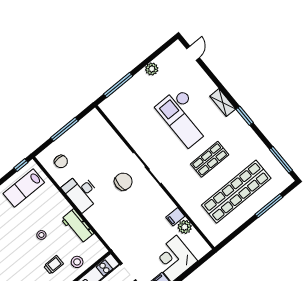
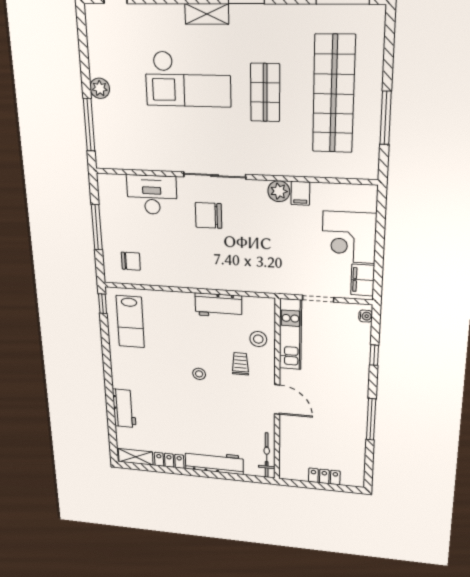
plant: (152, 69) -> (100, 88), moved
chair: (123, 182) -> (209, 215), turned -90
desk: (81, 192) -> (152, 195), moved, turned 180
window: (269, 206) -> (386, 118), moved
plant: (185, 227) -> (279, 191), moved
stool: (41, 235) -> (199, 374), moved

